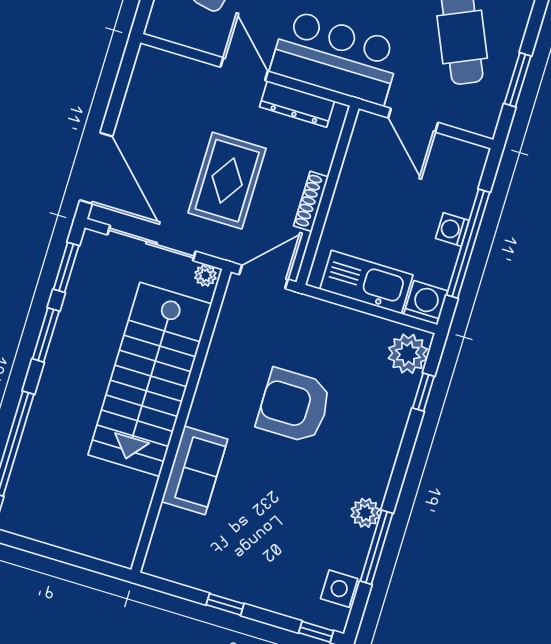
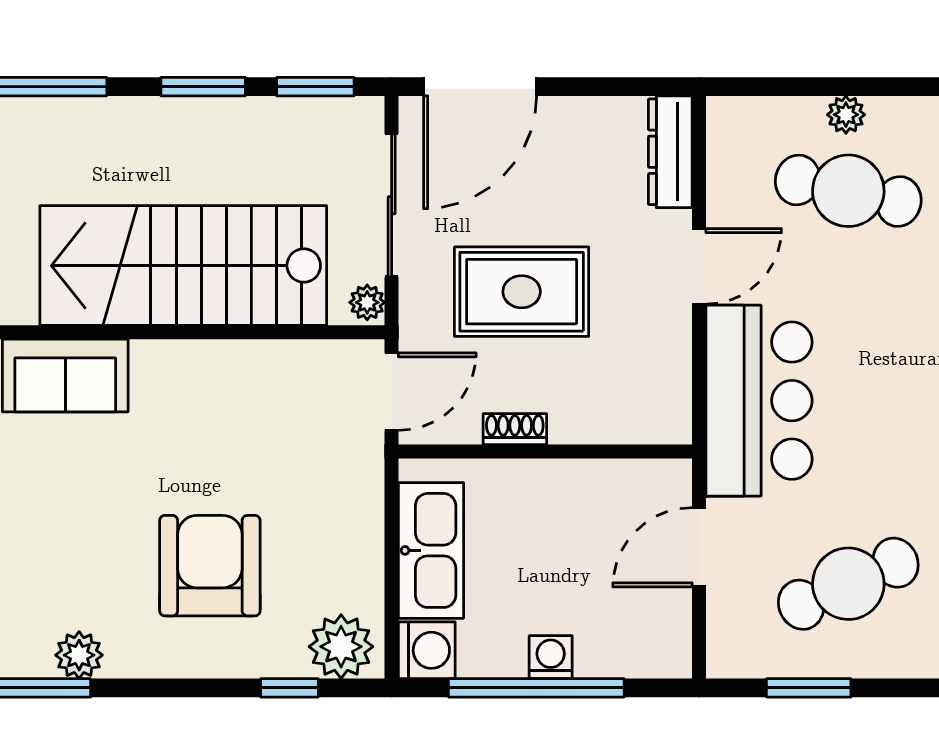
dresser: (297, 104) -> (670, 152), moved
shoe rack: (311, 201) -> (515, 429), width x0.70
door: (264, 277) -> (392, 392), hinge flipped
armchair: (294, 406) -> (210, 566), moved

